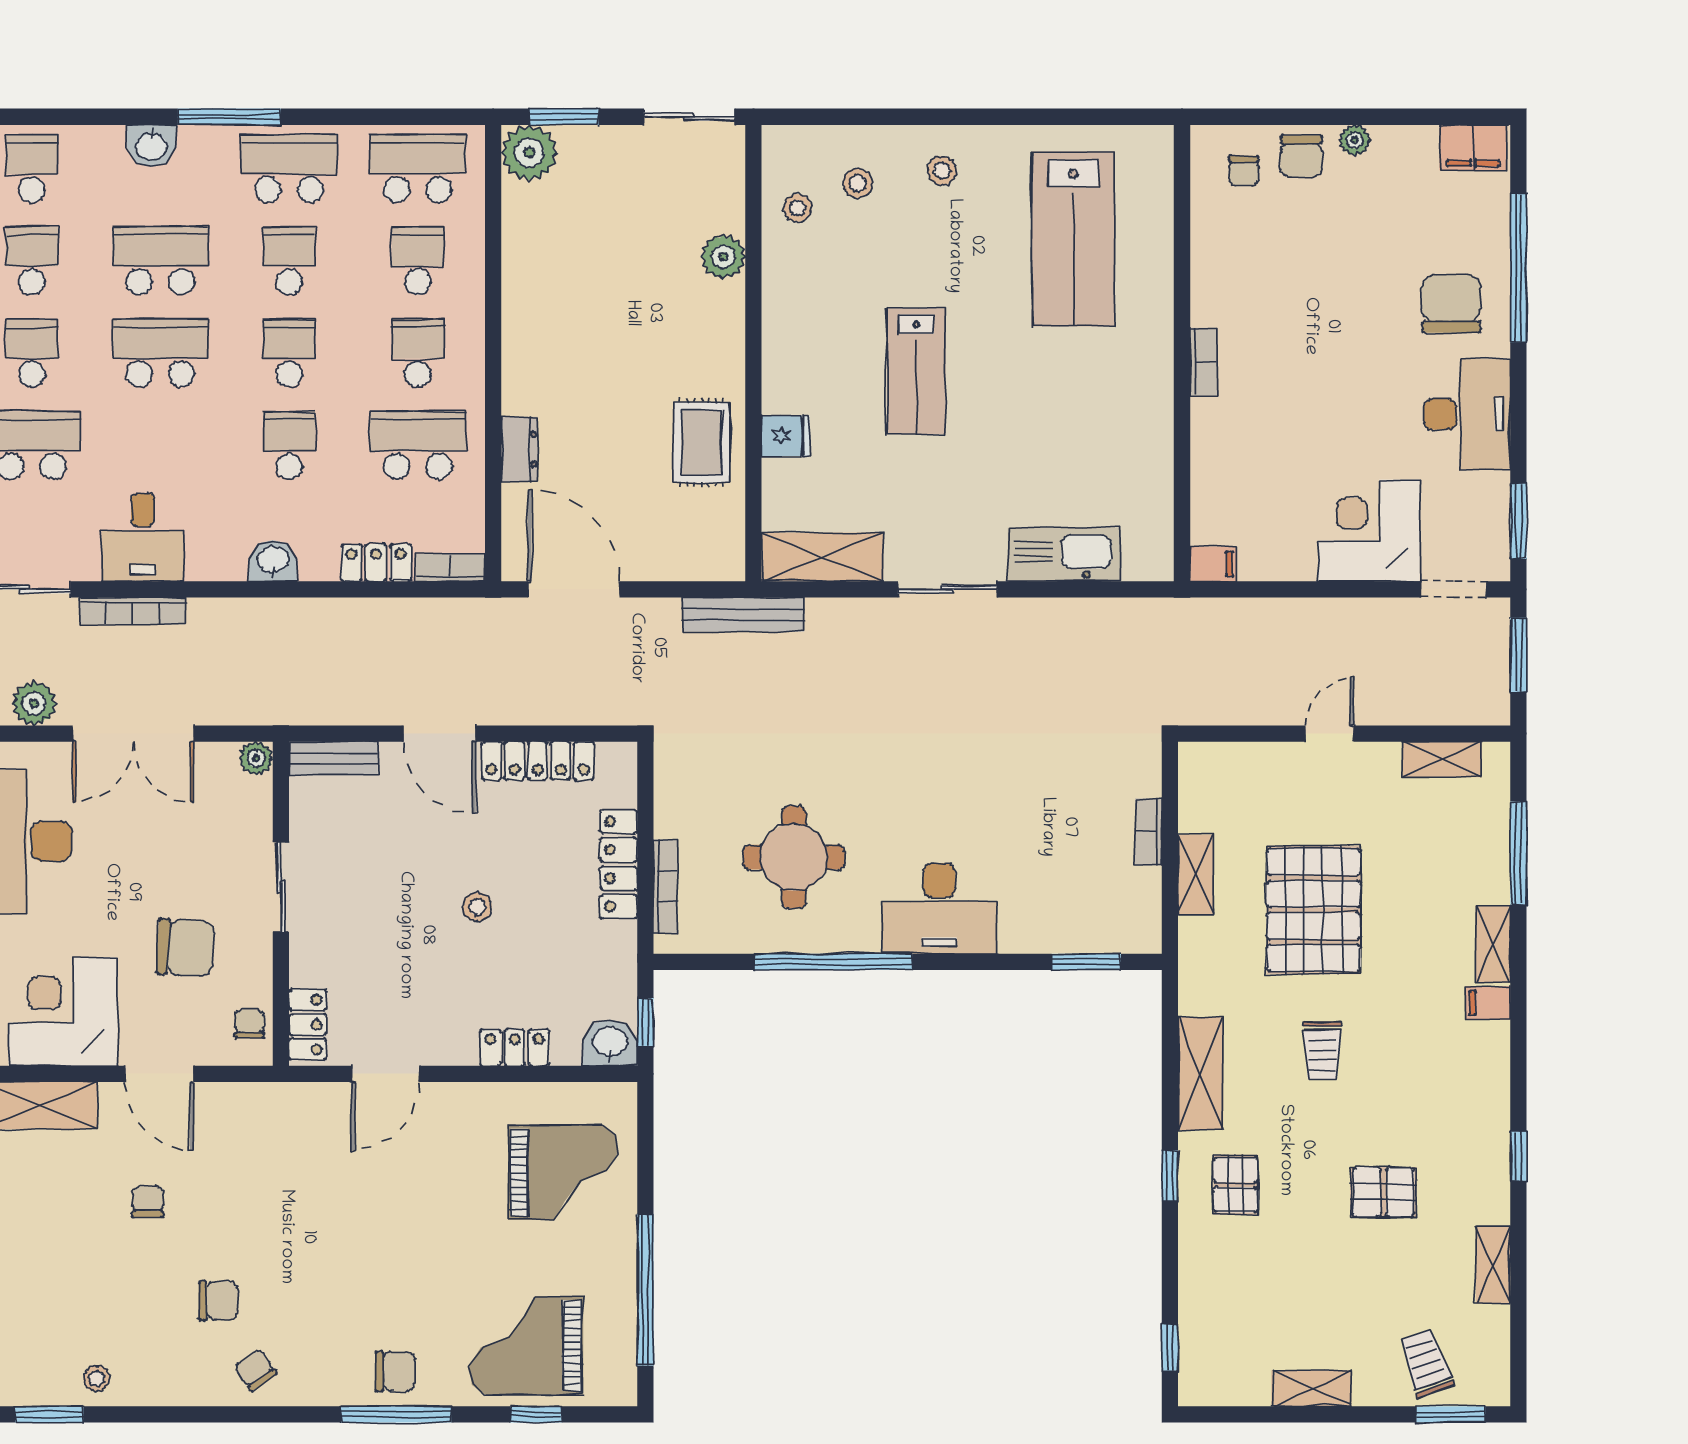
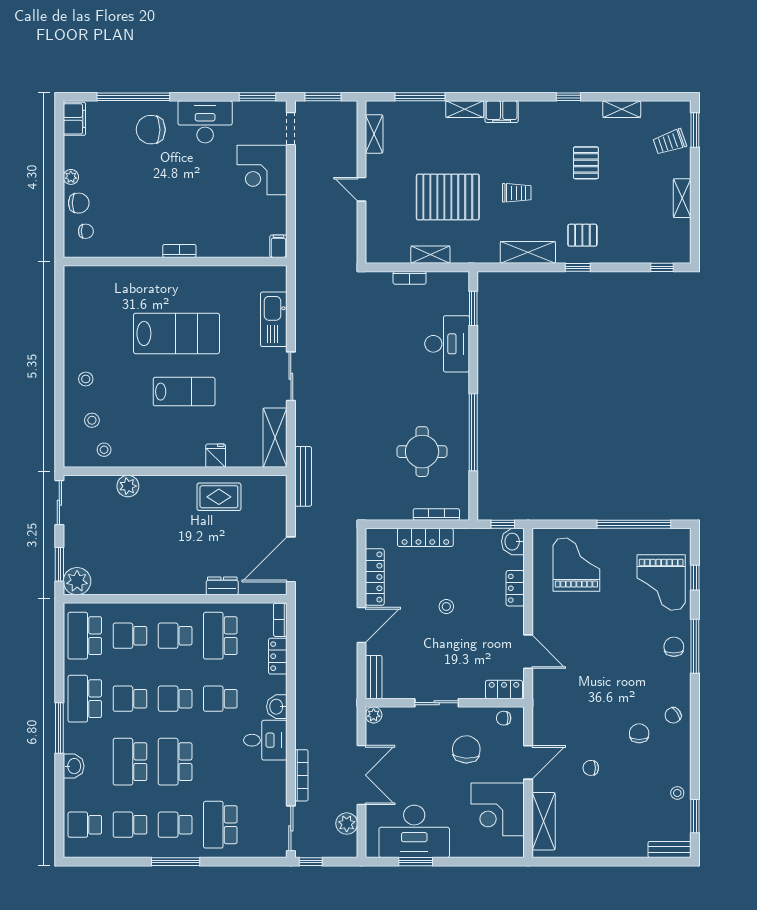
lab bench: (1073, 239) -> (176, 333), moved
desk: (143, 537) -> (265, 740), moved
desk: (939, 908) -> (447, 344), moved
filing cabinet: (1488, 1003) -> (502, 112), width x2.00

